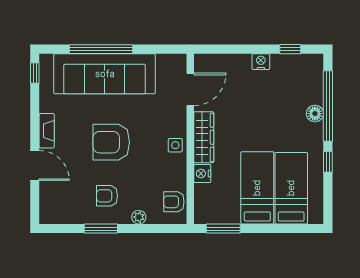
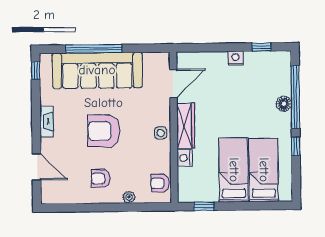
door: (35, 165) -> (37, 167), moved
window: (101, 229) -> (95, 208), removed
window: (223, 229) -> (204, 206), width x0.67

